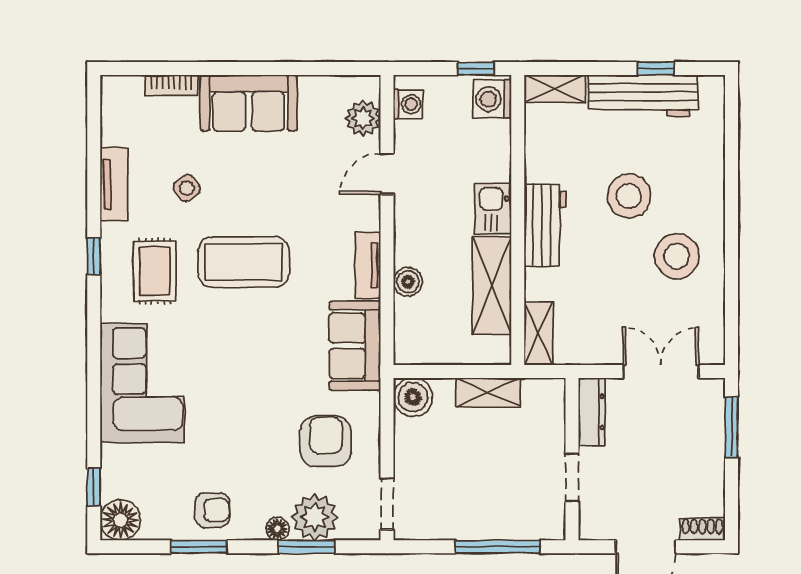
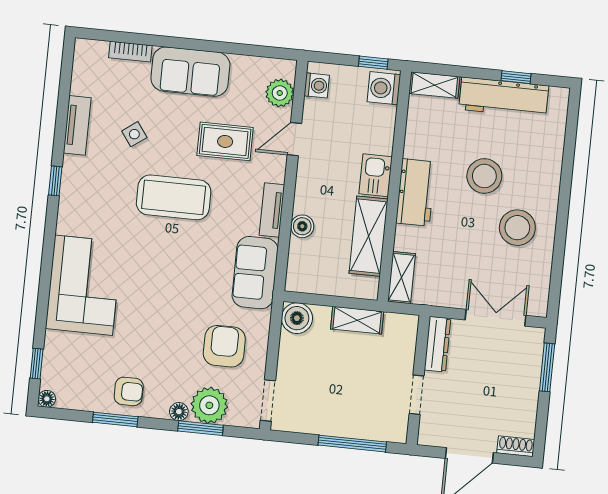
rug: (155, 271) -> (225, 141), moved, turned 90
floor lamp: (120, 520) -> (47, 399), width x0.53, depth x0.53

